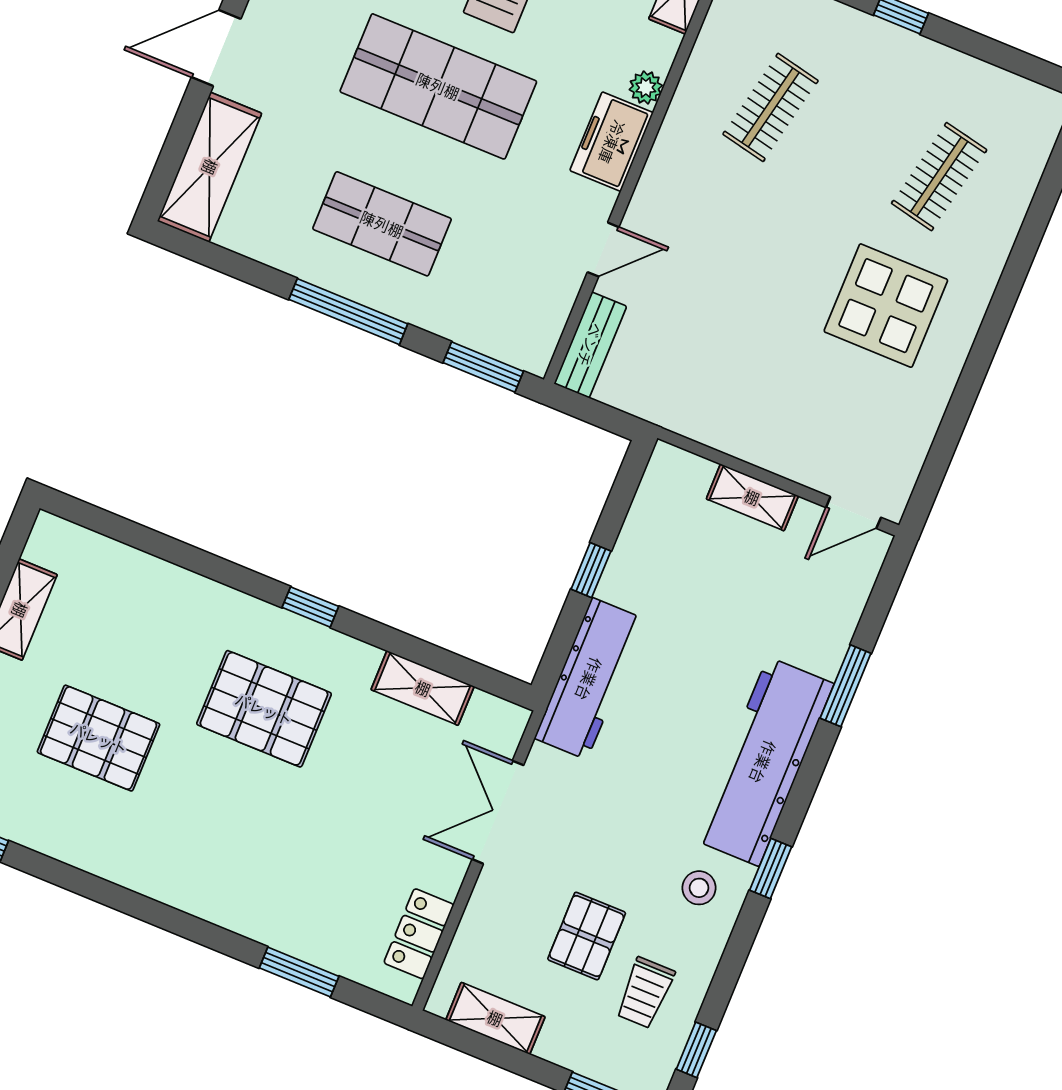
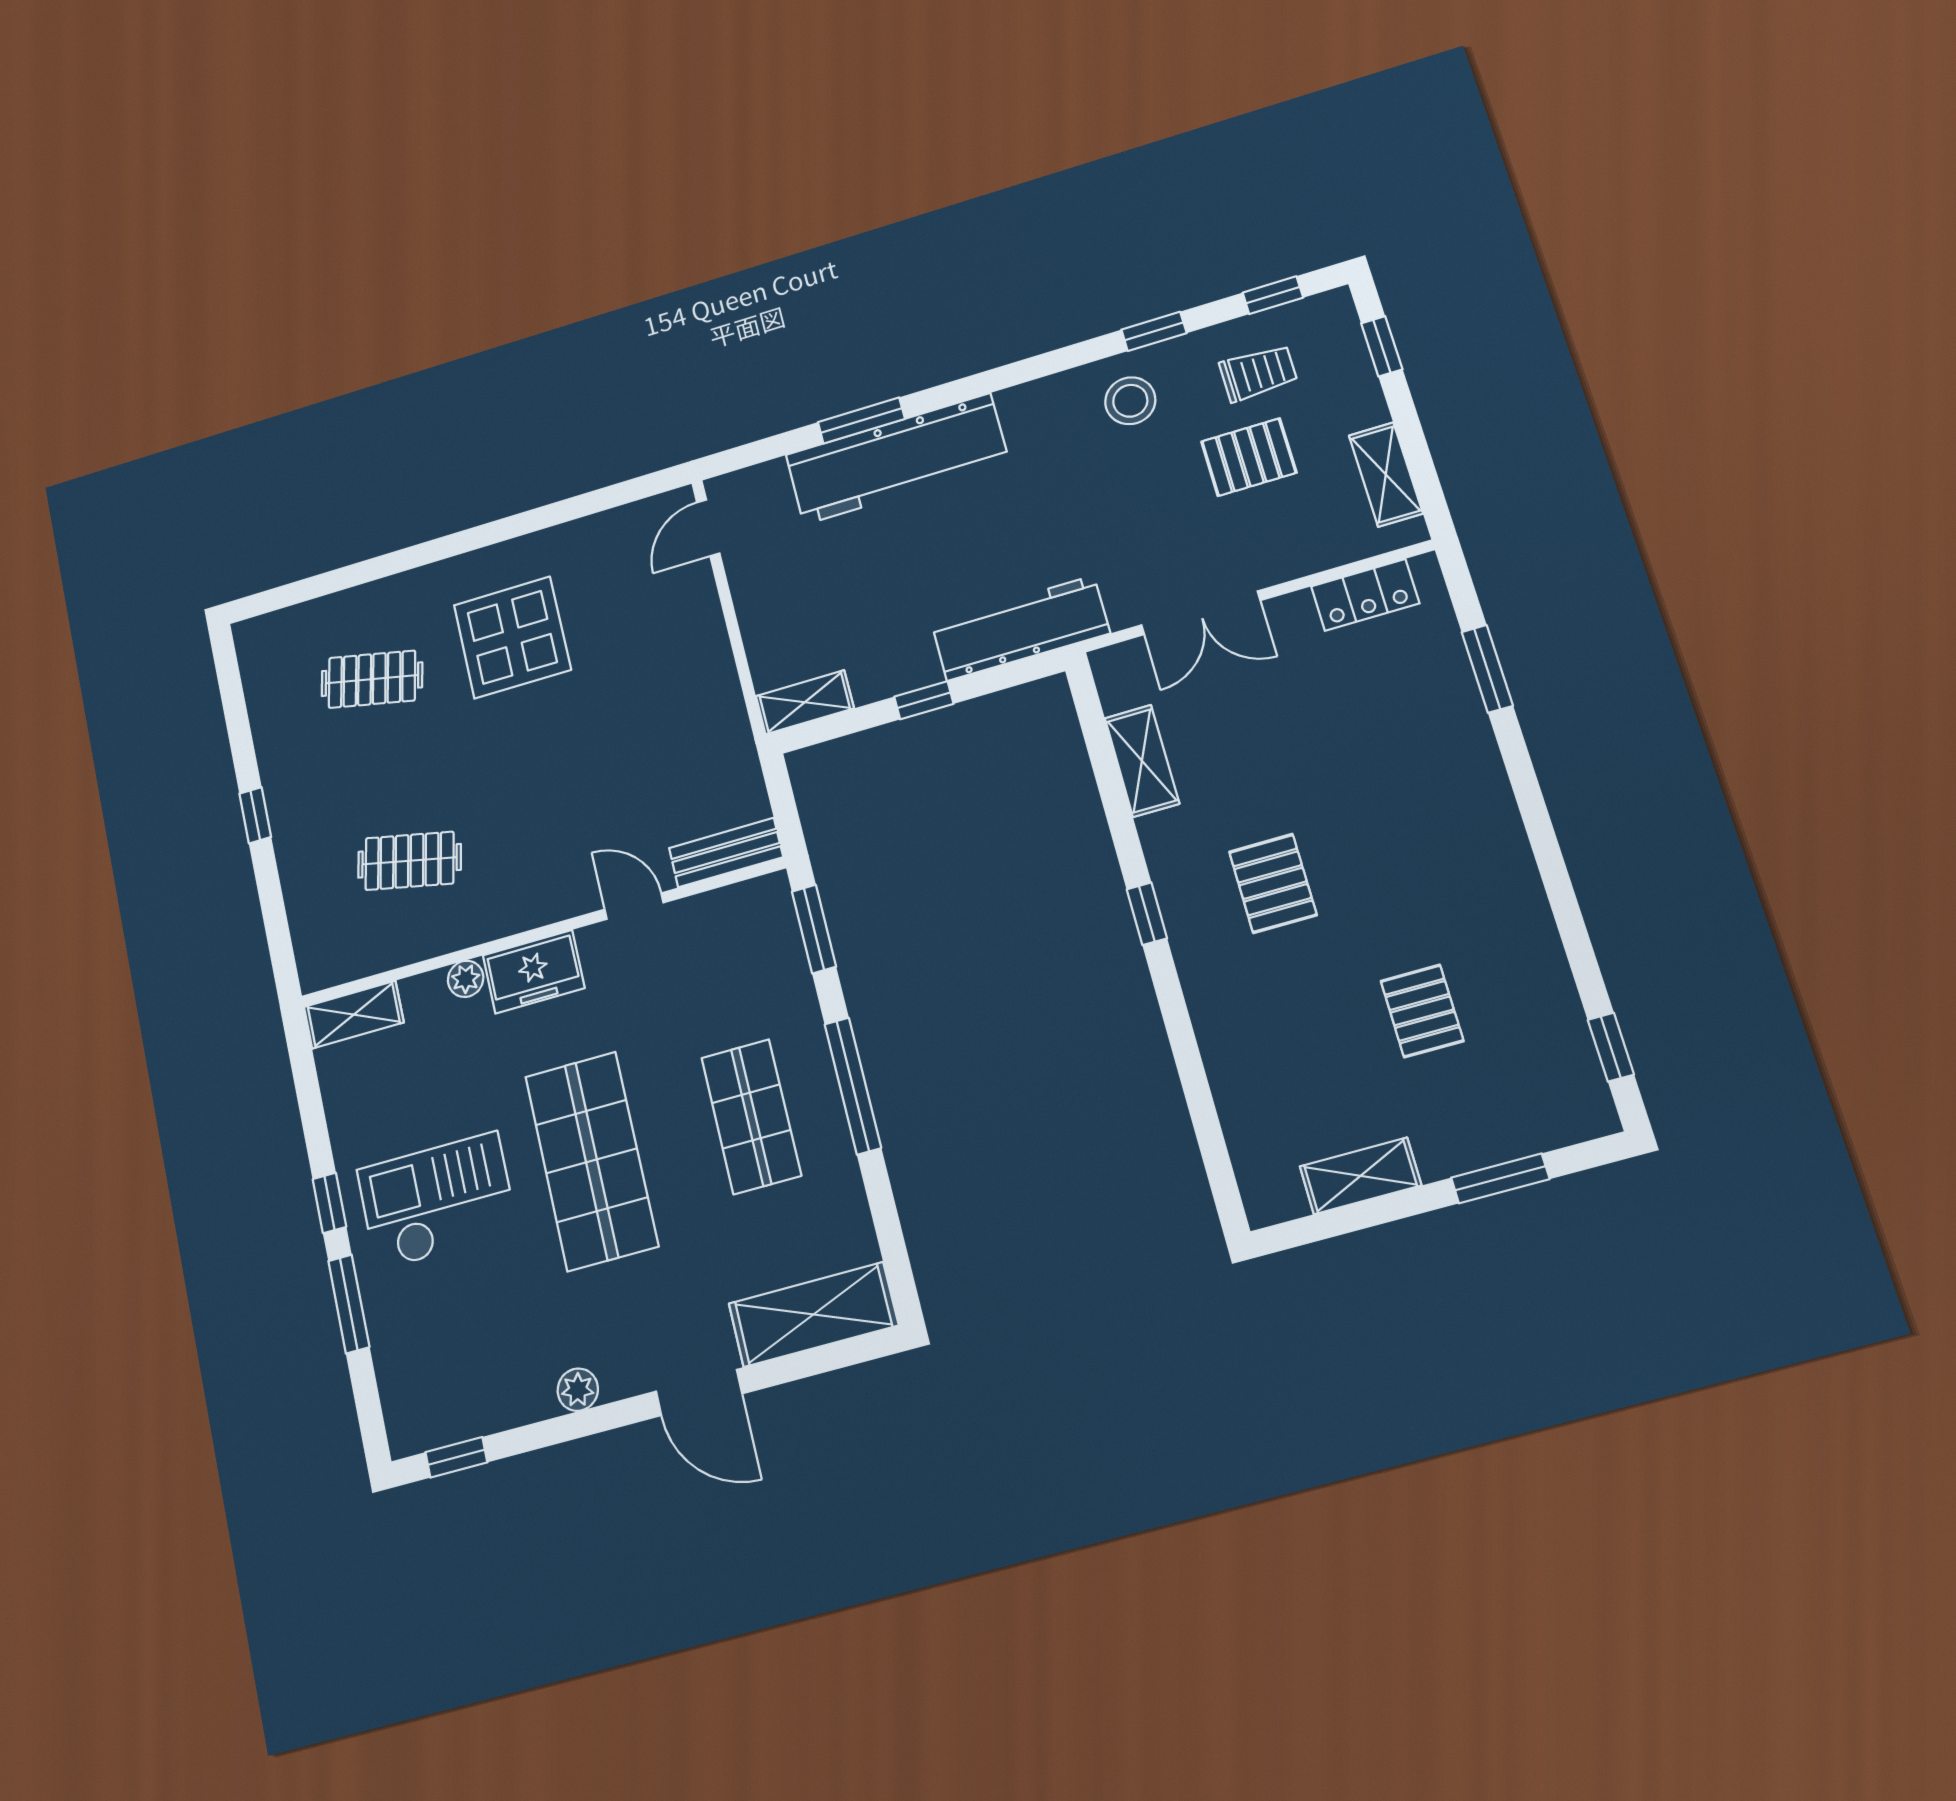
shelving: (752, 497) -> (805, 702), moved, turned 90
door: (853, 513) -> (708, 528), swing flipped
pallet: (264, 709) -> (1273, 883), width x0.67, depth x0.71
pallet: (99, 738) -> (1422, 1011), width x0.67, depth x0.71
workbench: (763, 762) -> (897, 459), moved
window: (771, 868) -> (1154, 331), moved
stool: (699, 888) -> (1130, 401), width x1.37, depth x1.37

